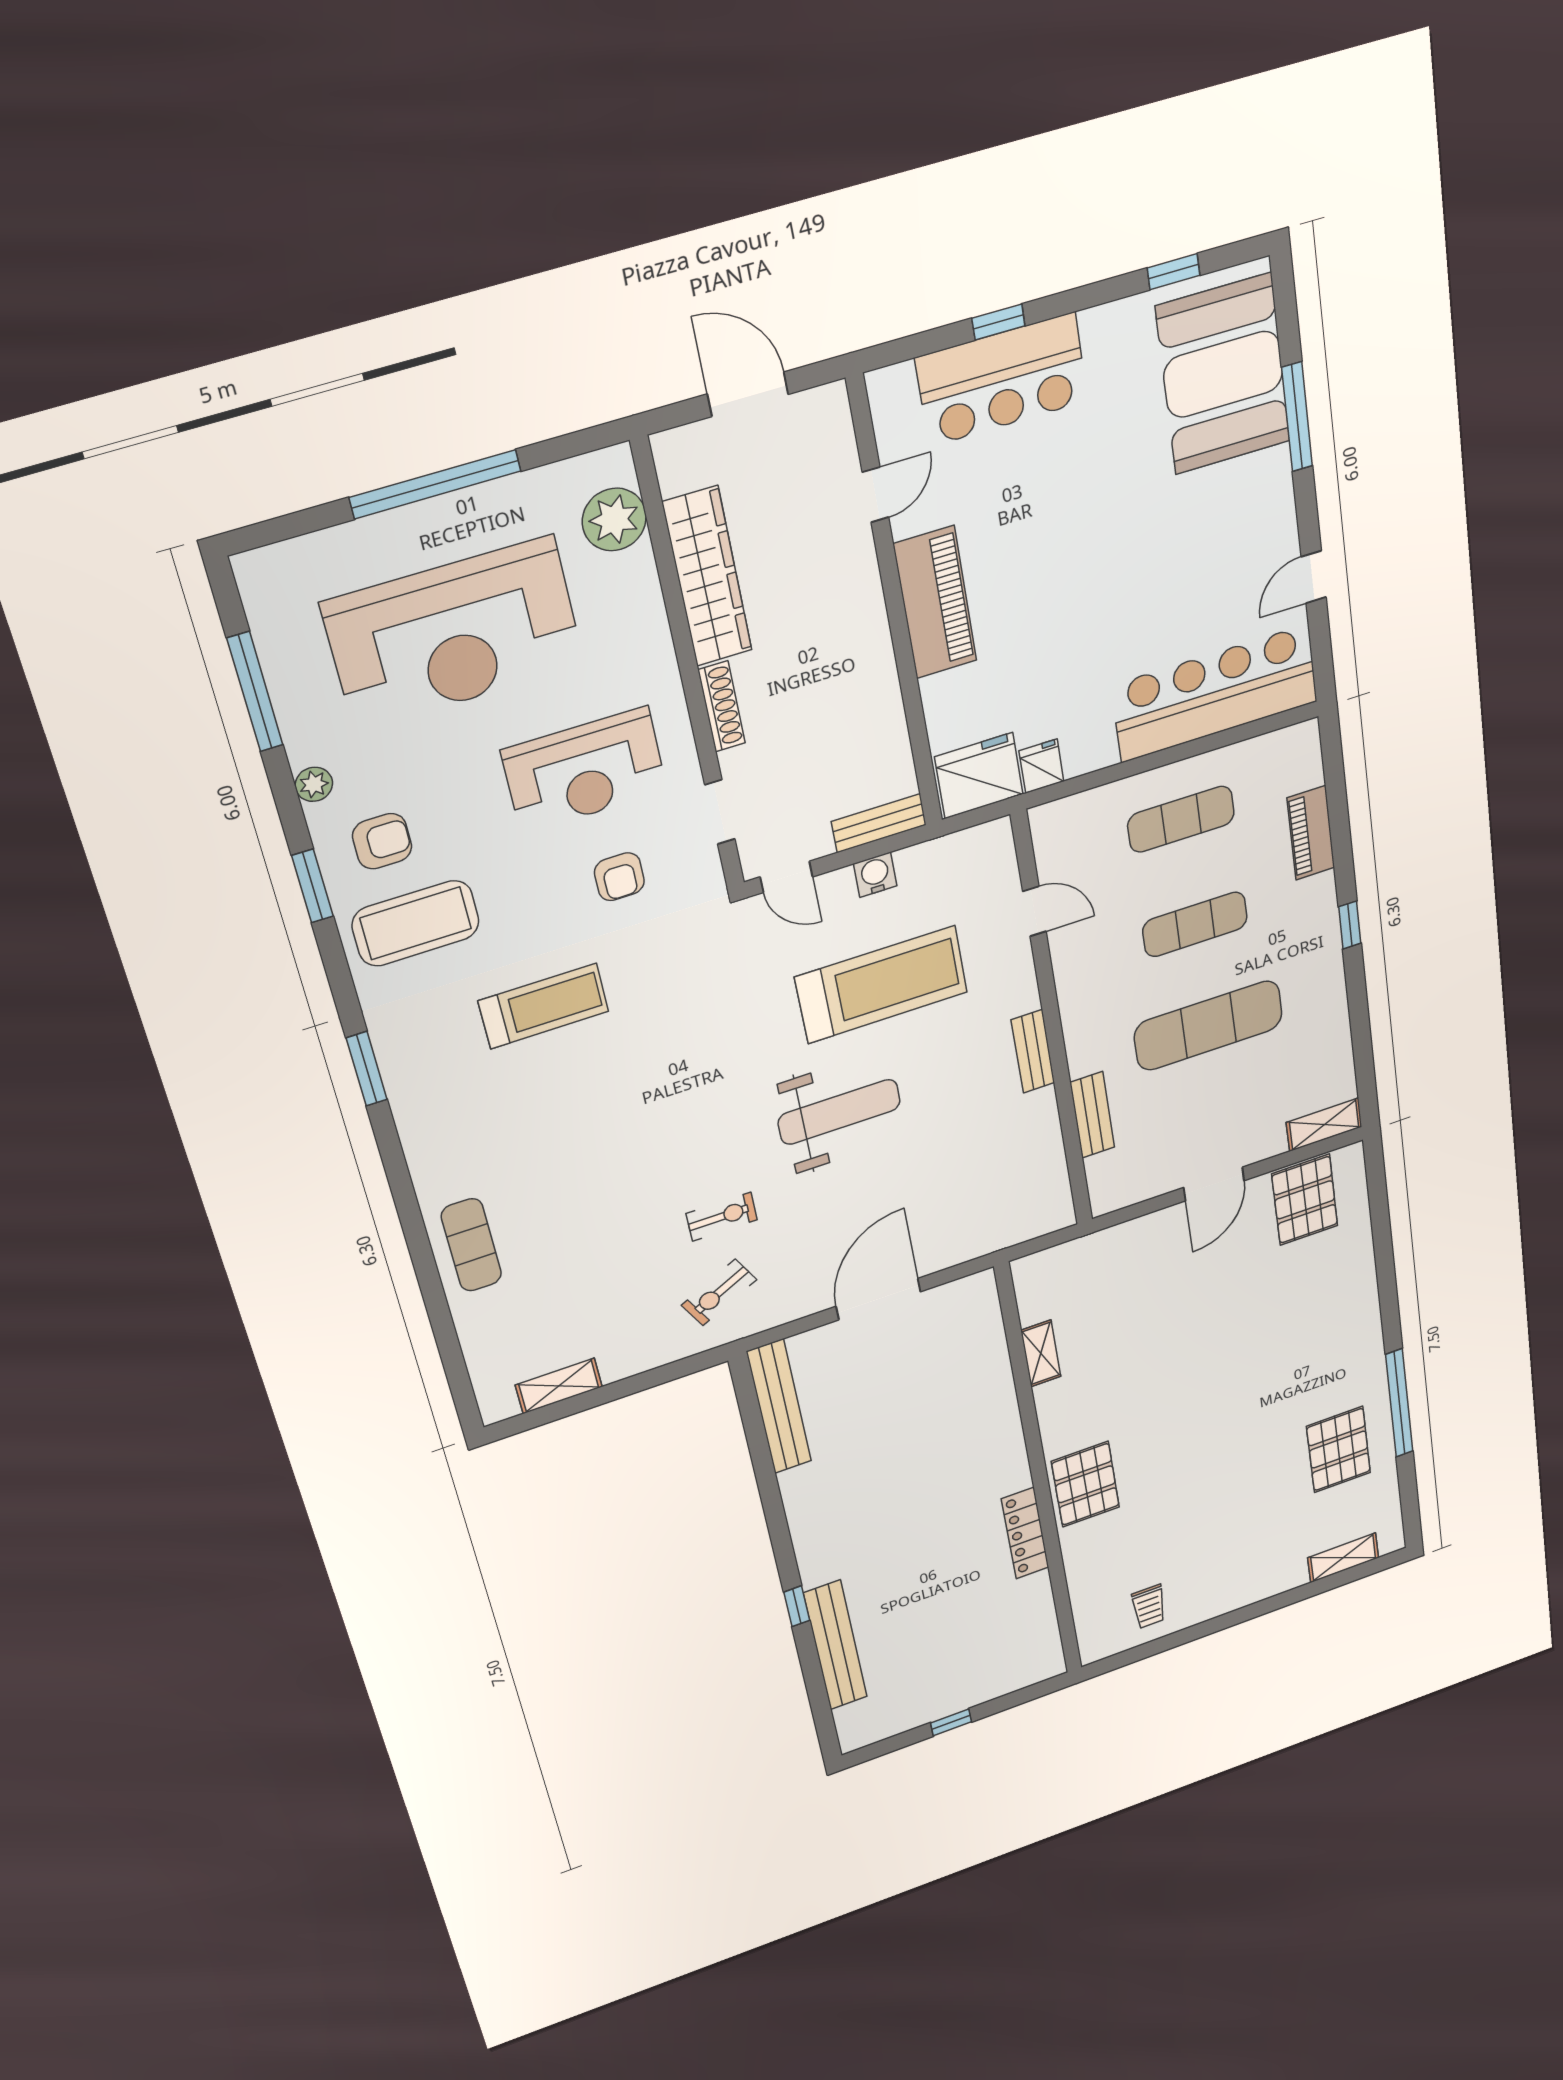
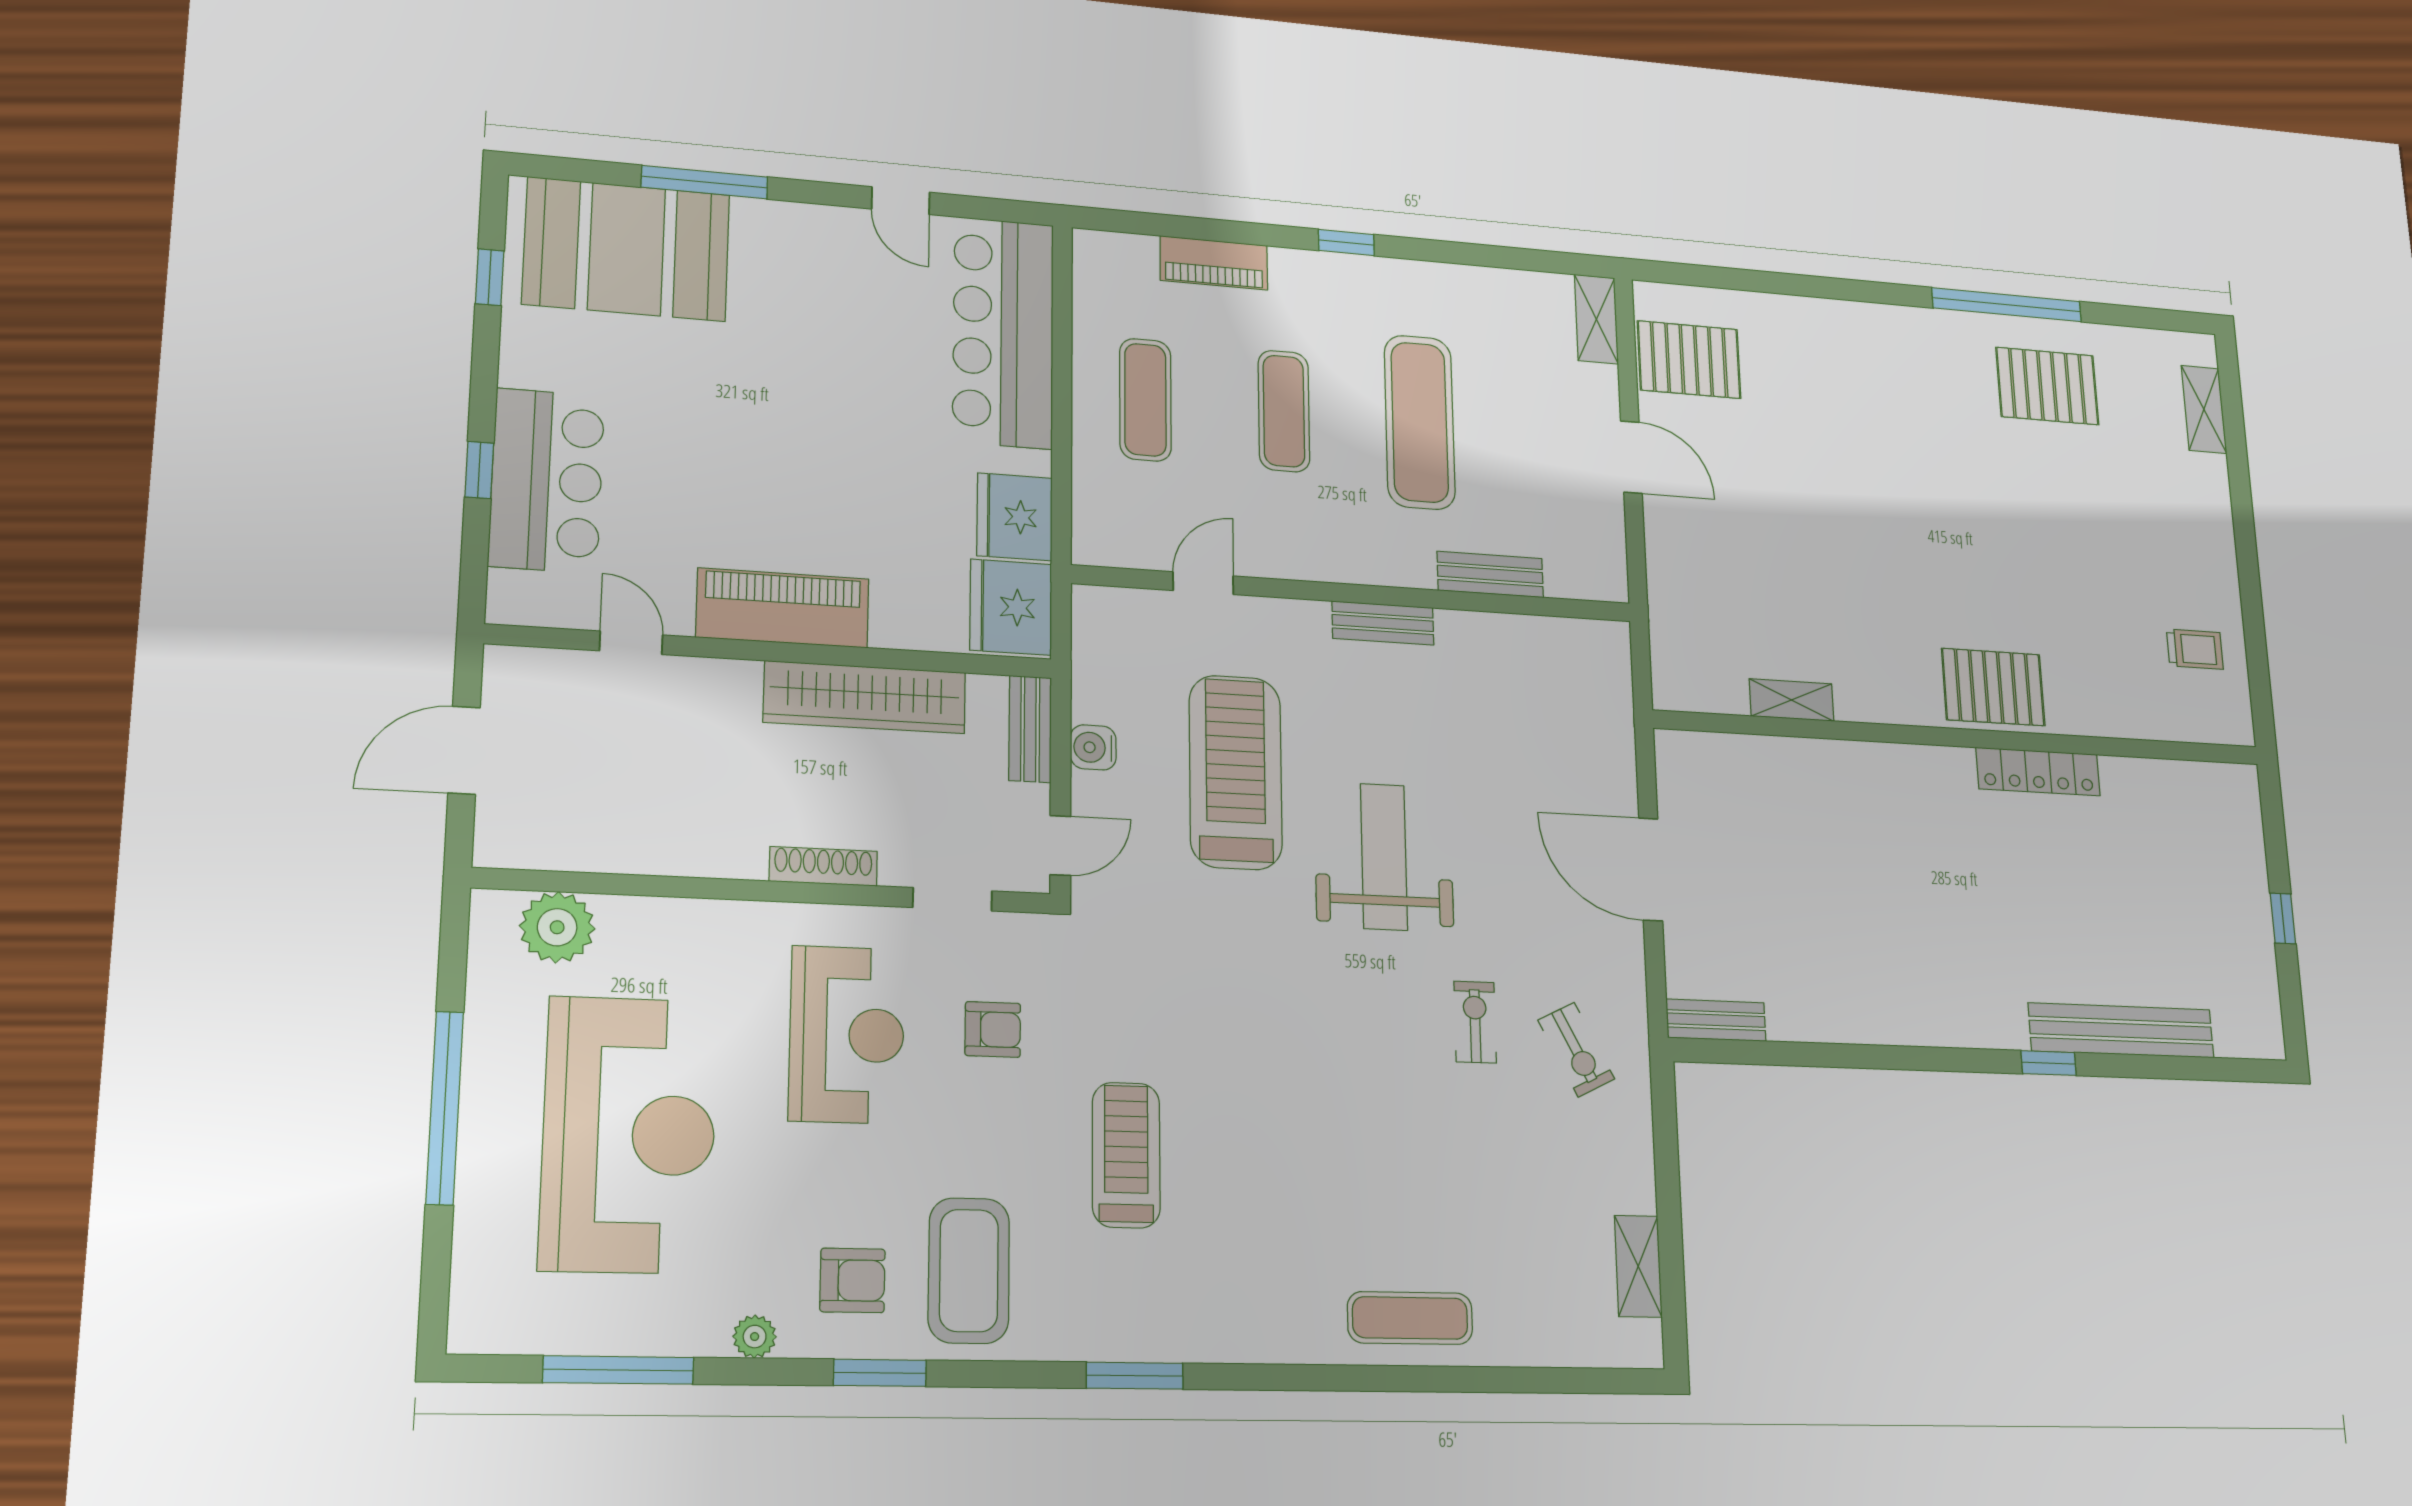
wardrobe: (707, 577) -> (865, 697), moved, turned 180
fridge: (1041, 766) -> (1015, 517), width x1.88, depth x1.34
armchair: (382, 841) -> (852, 1280), turned 90
bench: (779, 1407) -> (1716, 1020), width x0.54, depth x0.82

